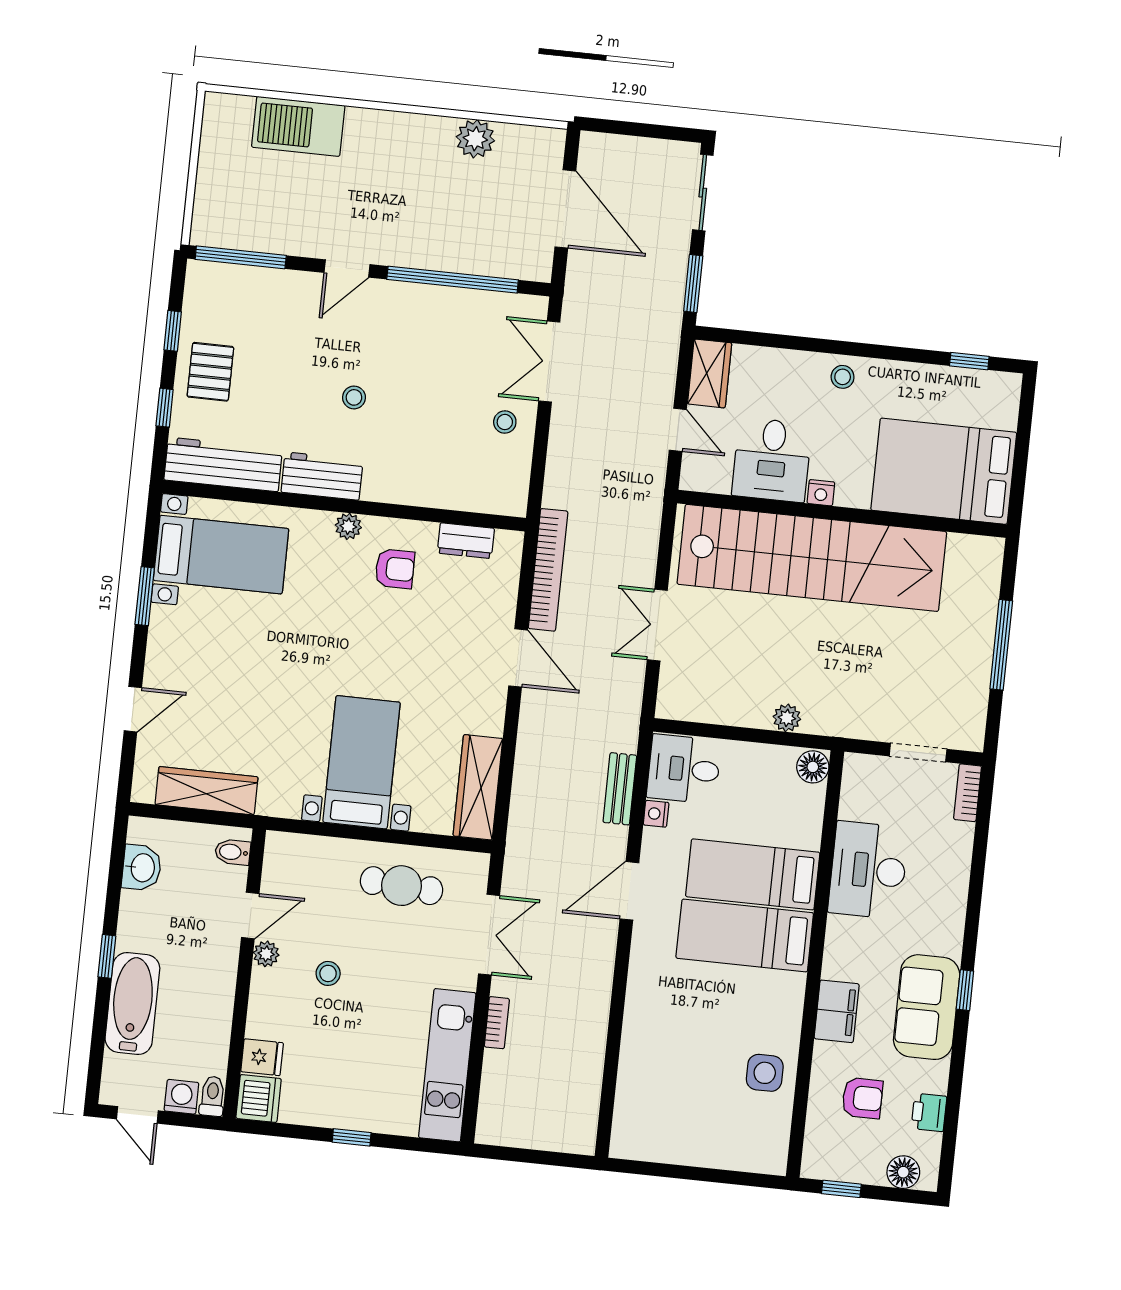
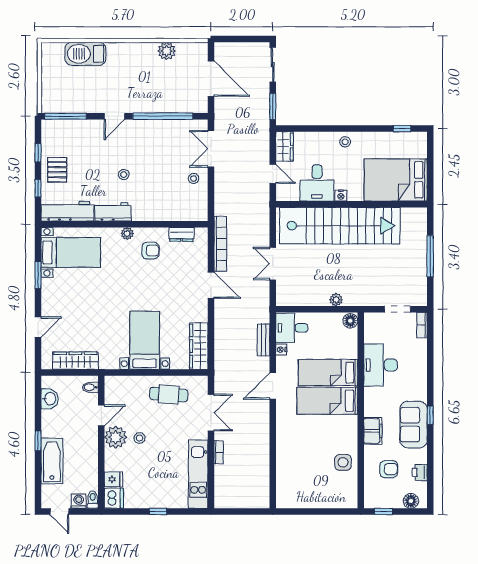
plant: (266, 954) -> (116, 437), width x1.88, depth x1.88

